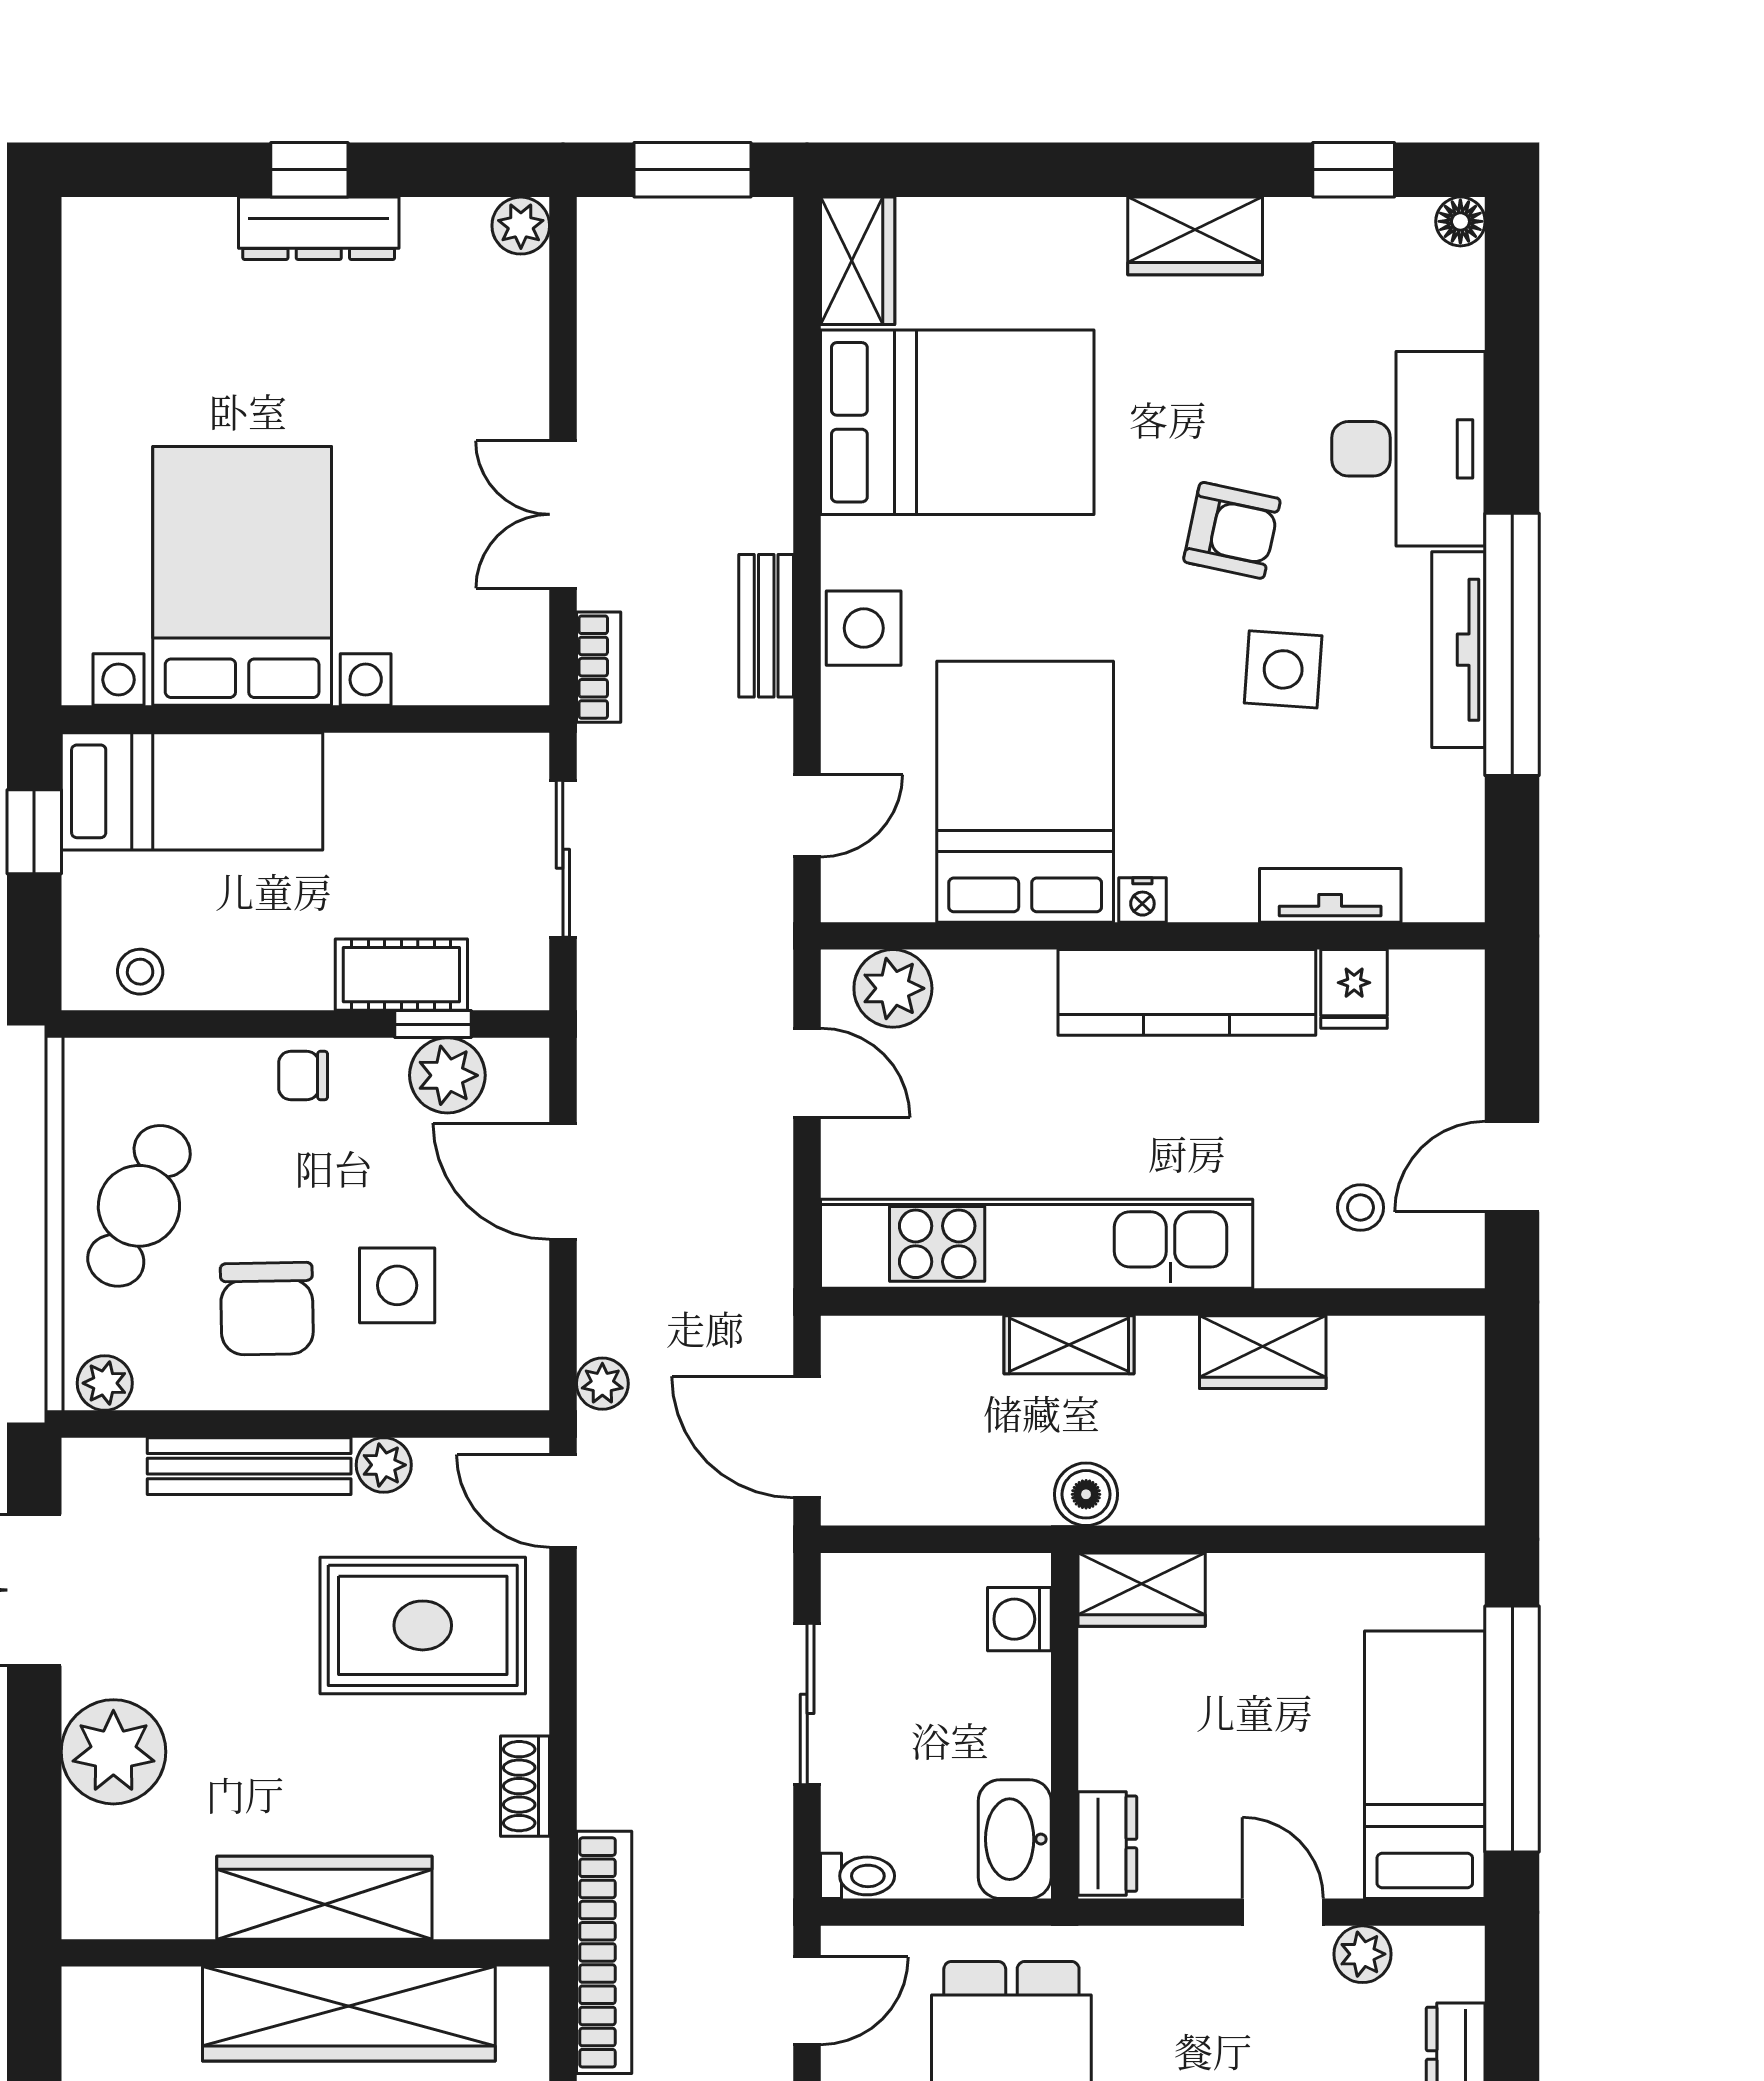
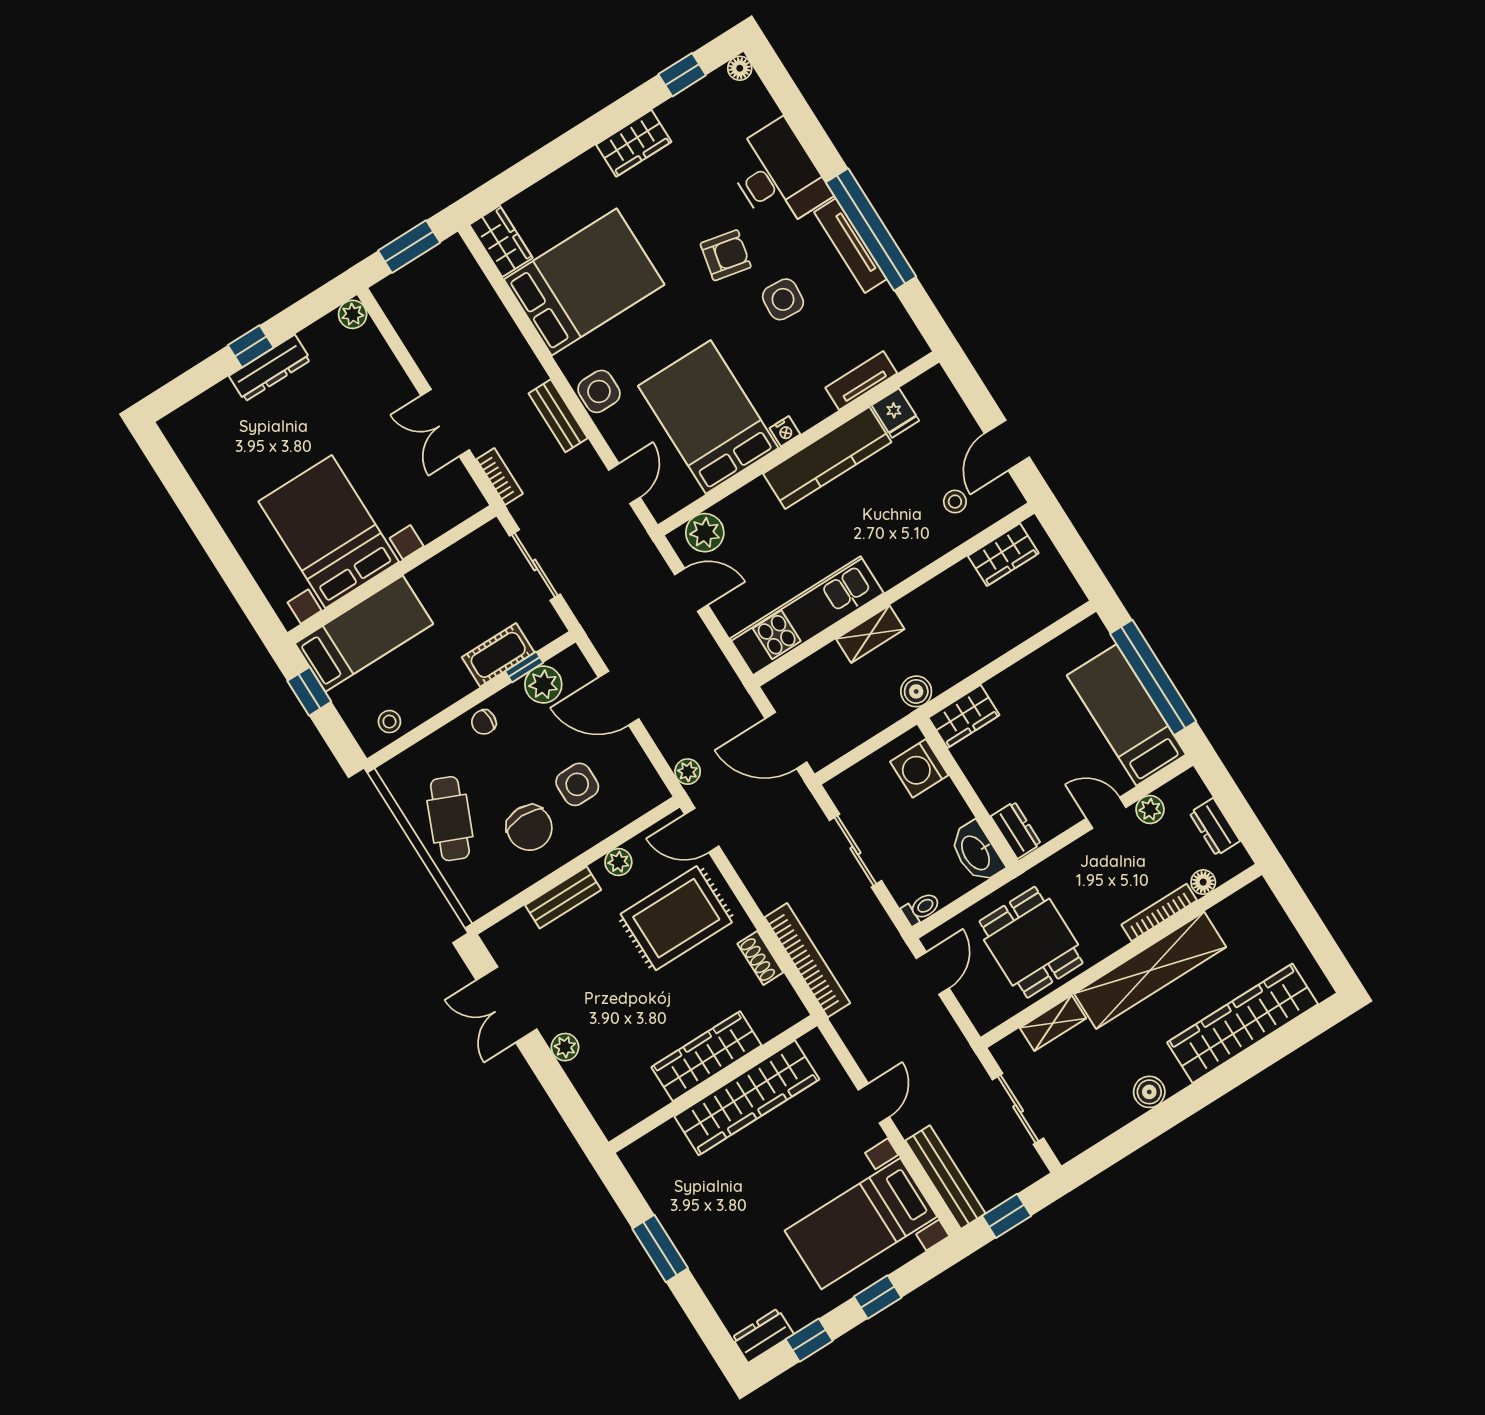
kitchen unit: (1037, 1244) -> (807, 616), width x0.73
wardrobe: (1263, 1352) -> (1003, 555), moved
plant: (105, 1383) -> (482, 901), removed
bench: (249, 1466) -> (563, 897), width x0.73
washing machine: (1019, 1619) -> (919, 768), width x1.38, depth x1.38
plant: (113, 1752) -> (565, 1047), width x0.53, depth x0.53
bookcase: (604, 1952) -> (807, 960), moved

